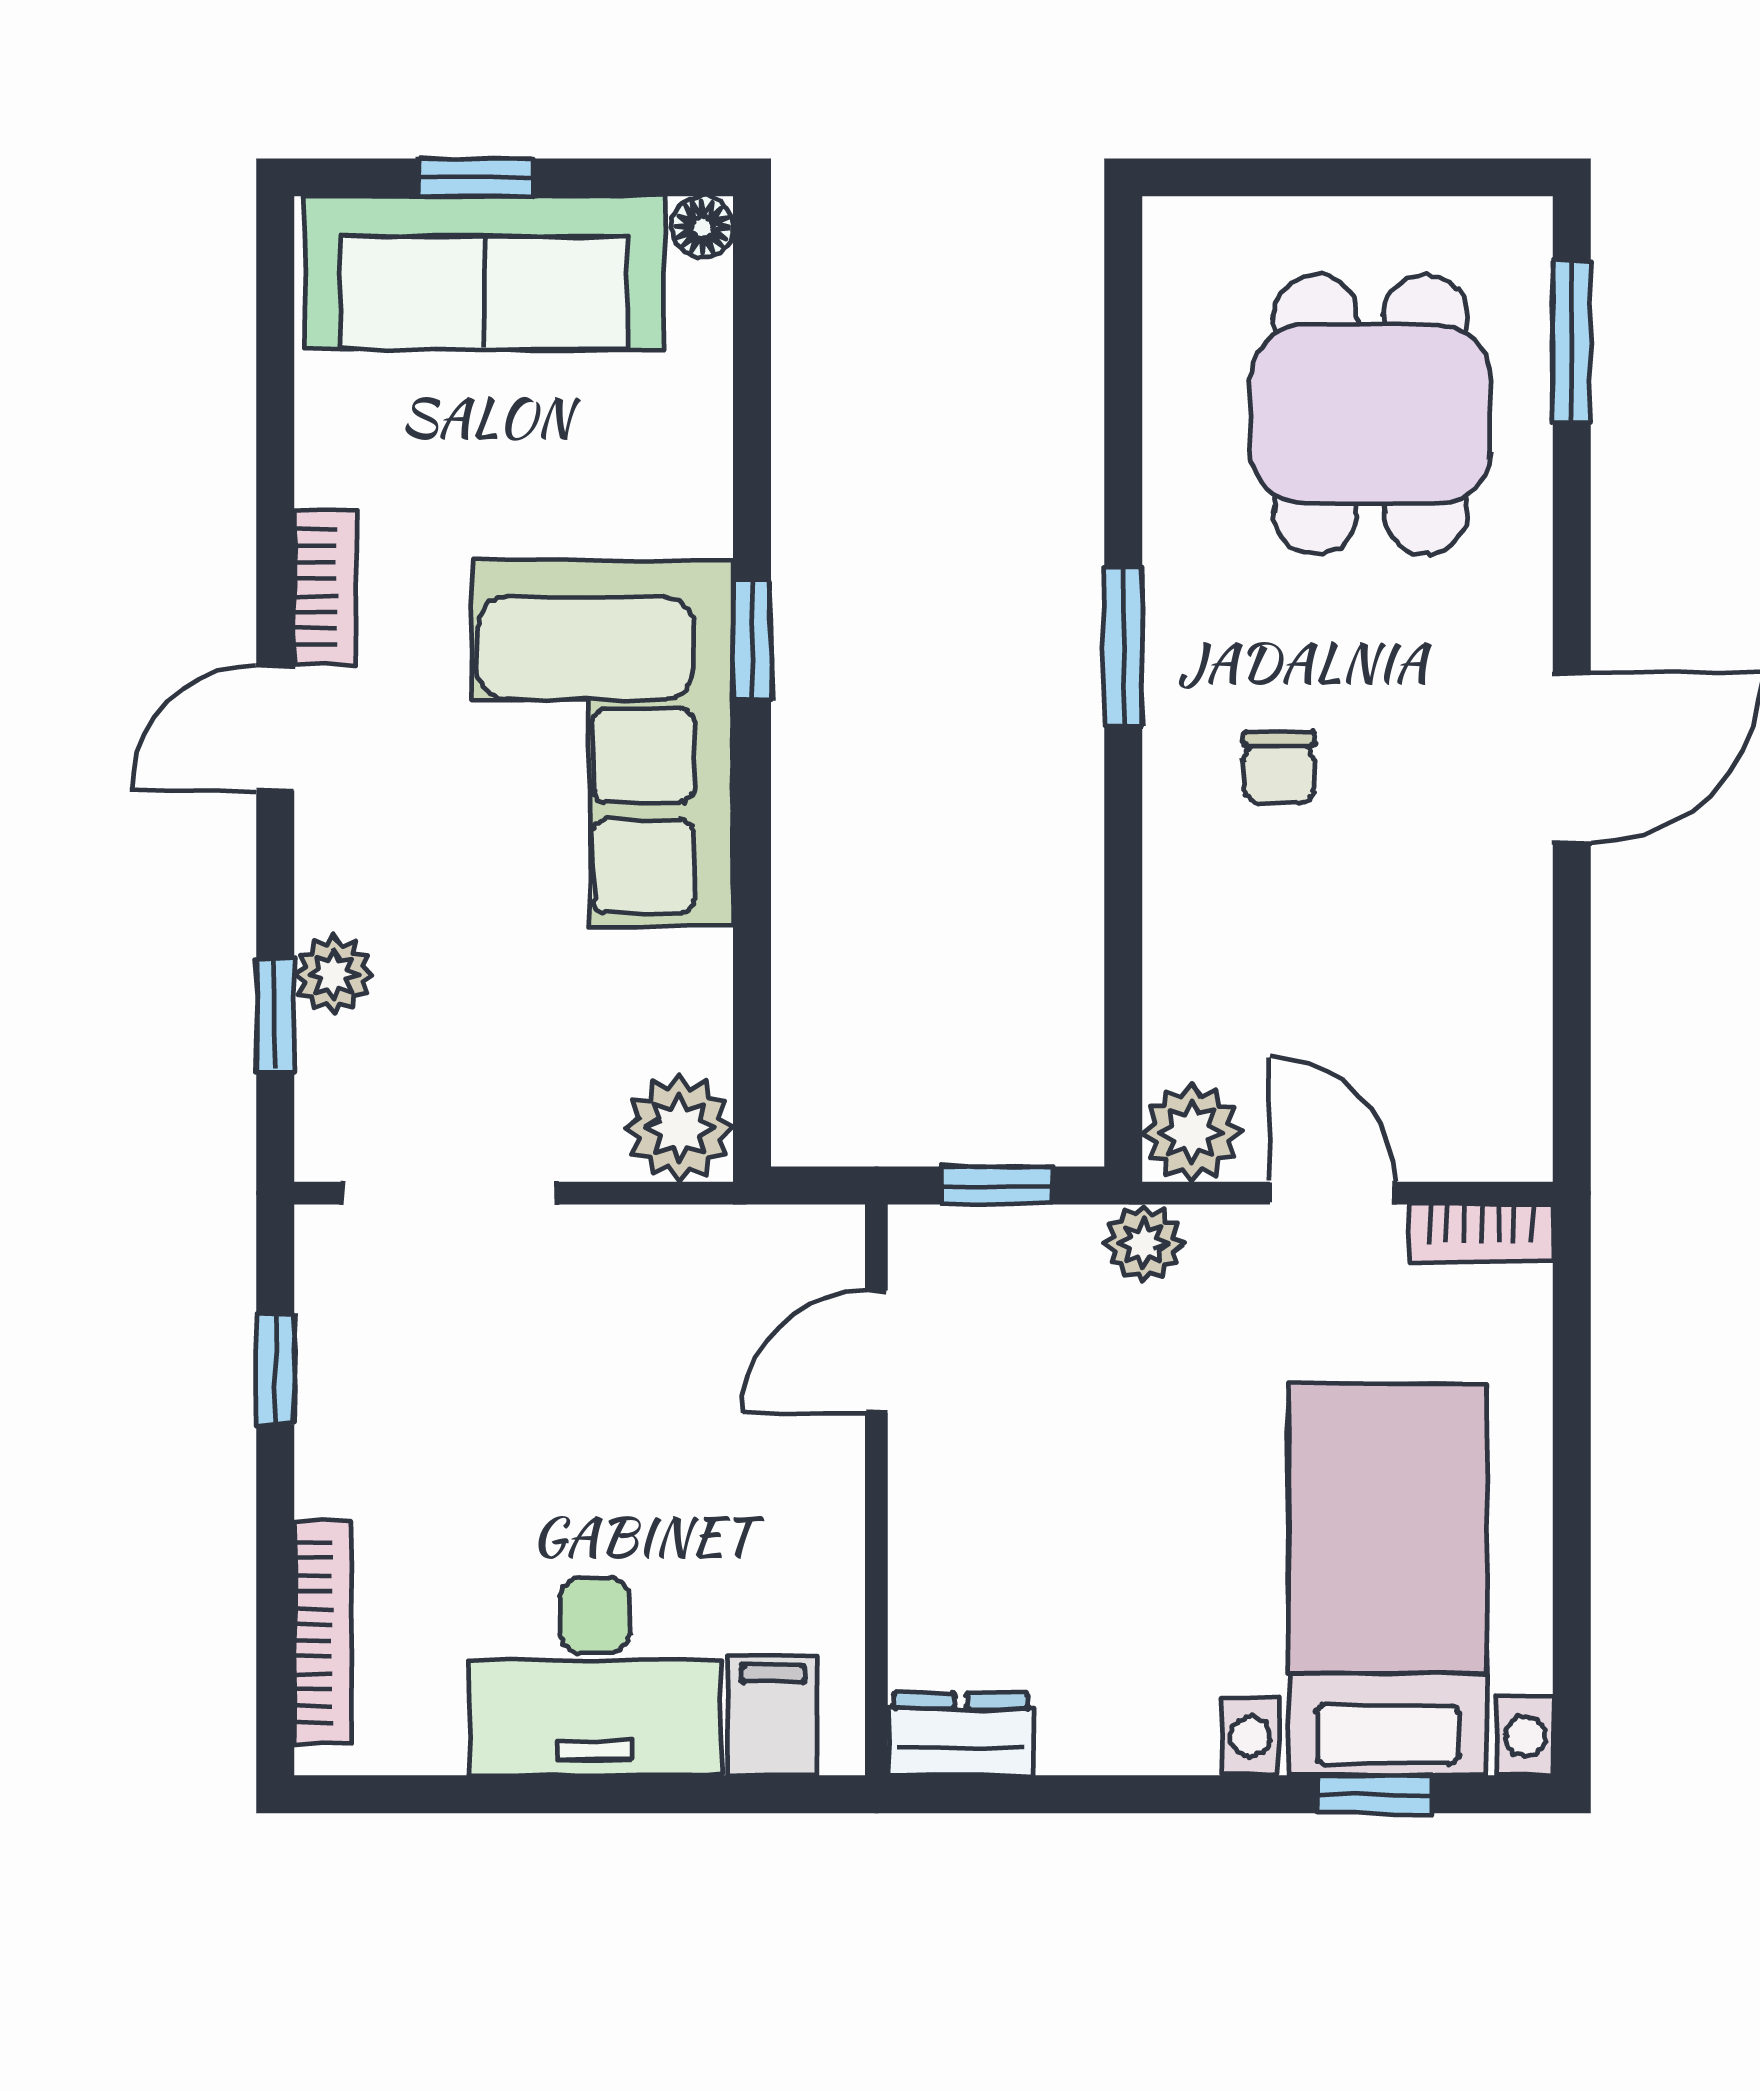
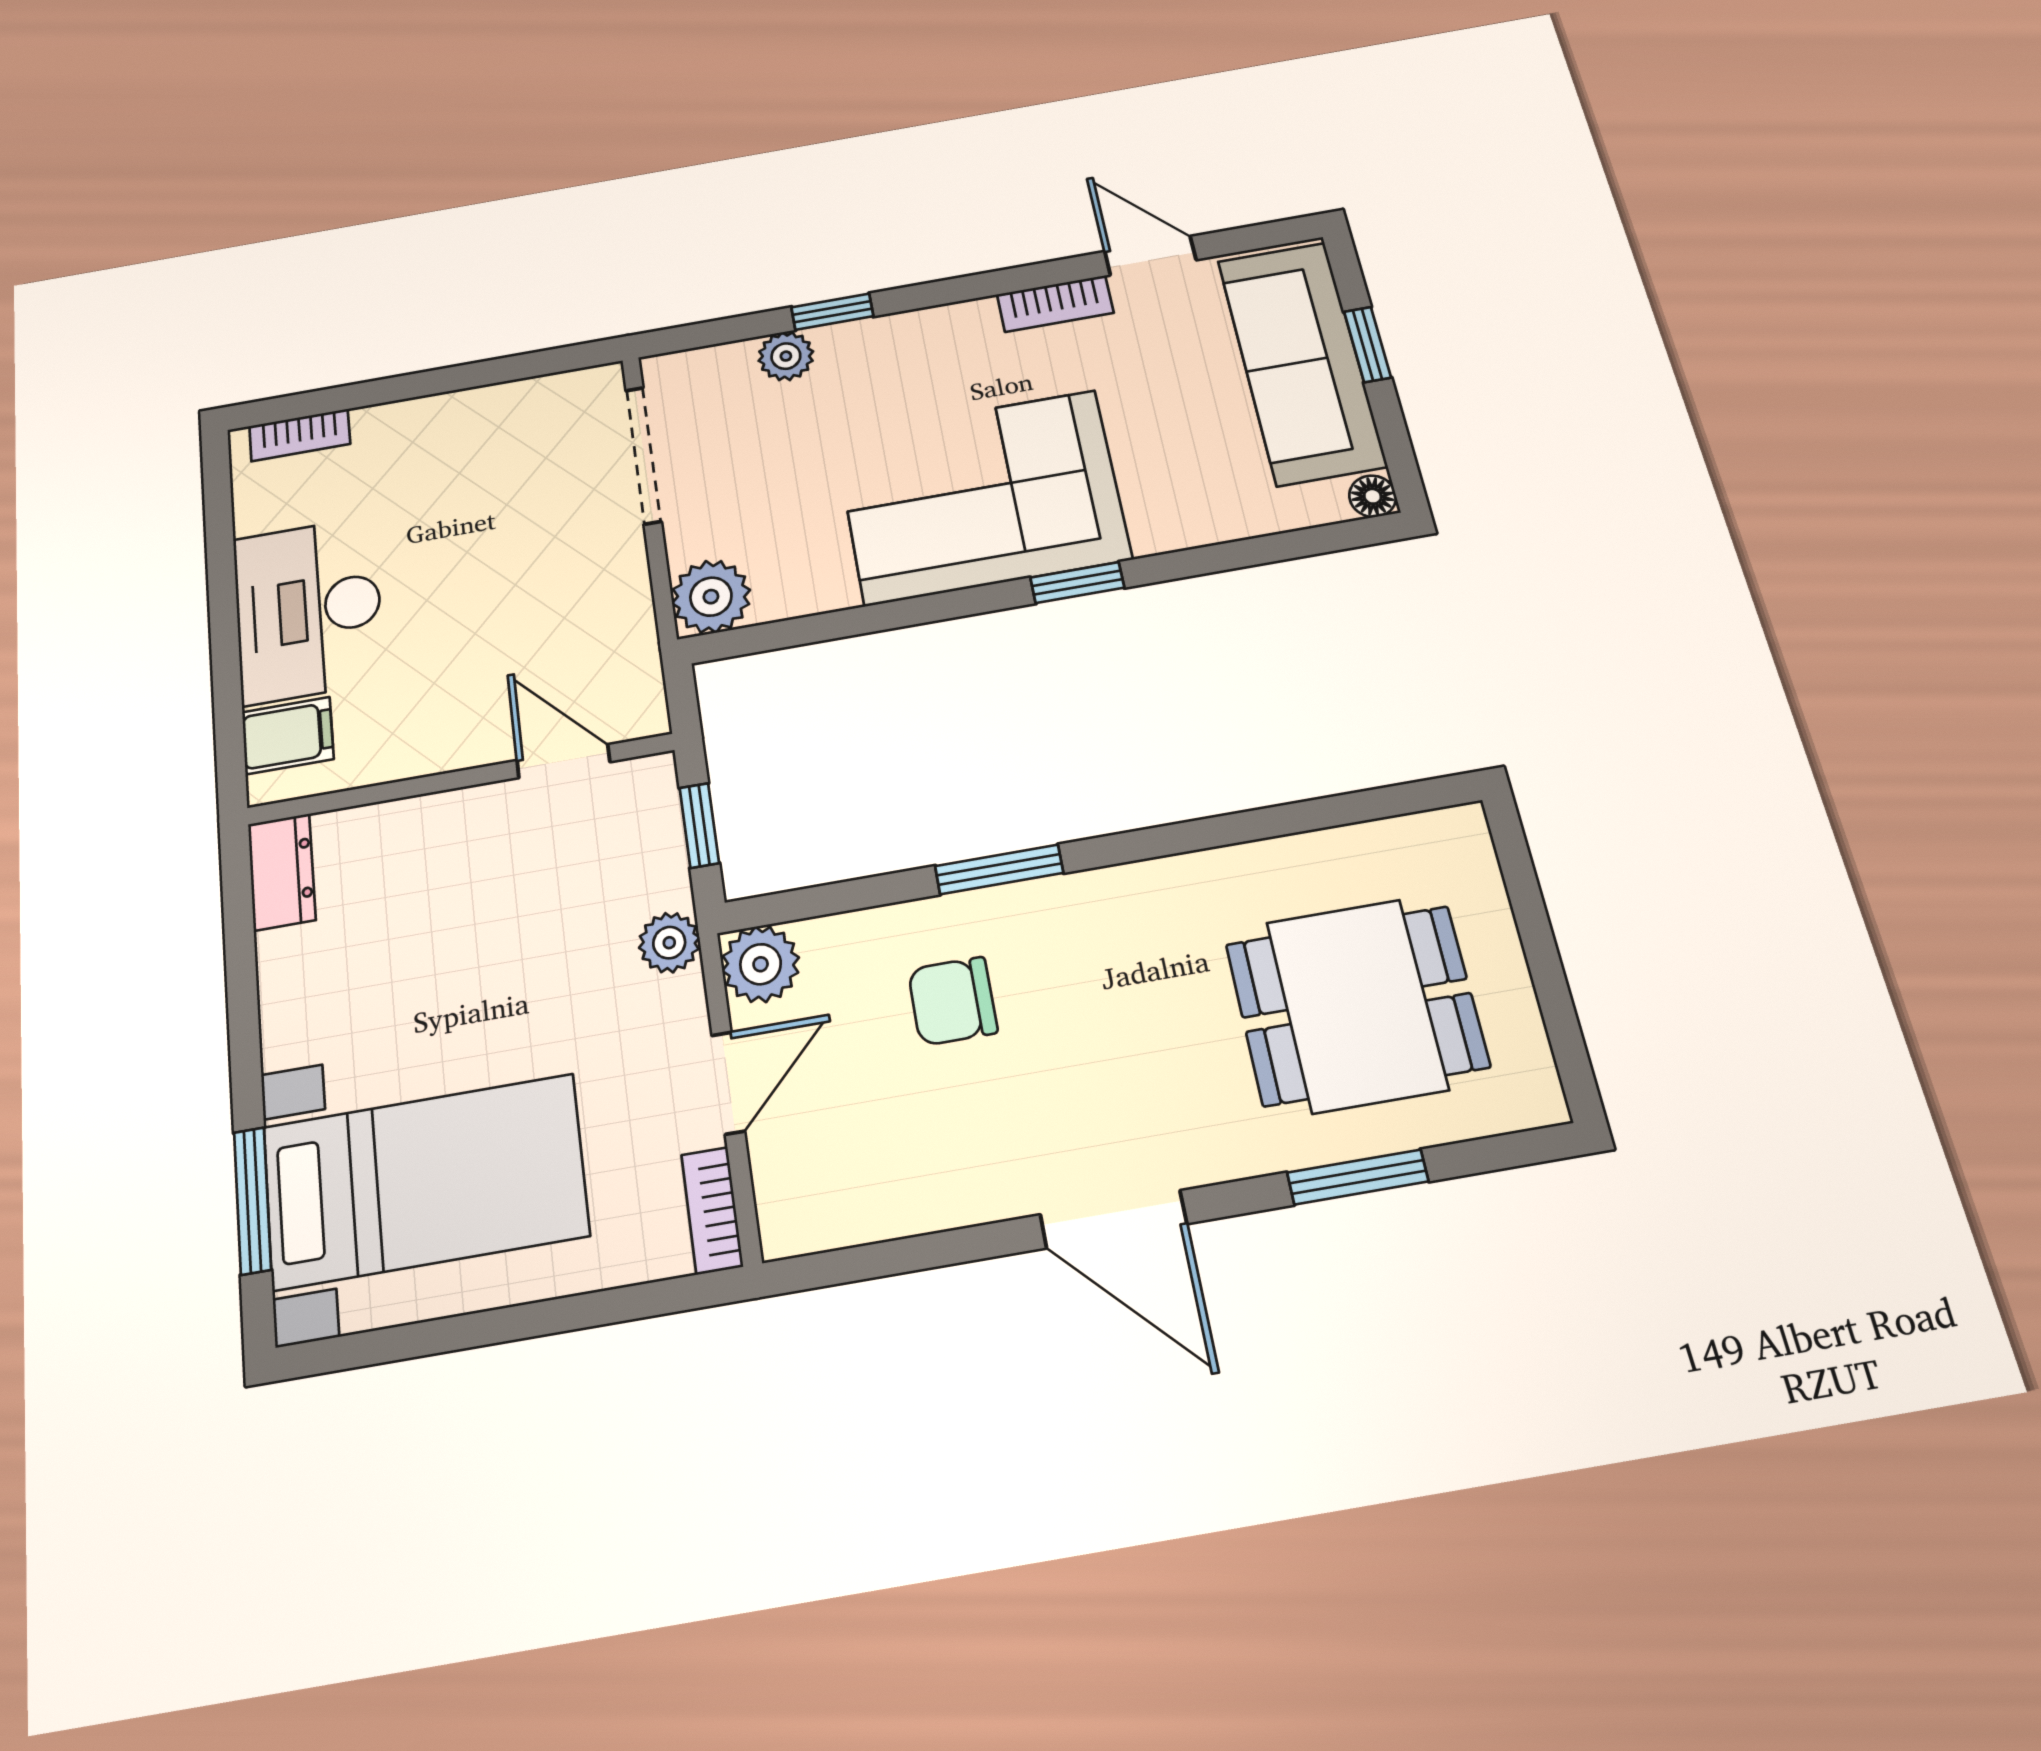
window: (1572, 342) -> (1358, 1177), moved
window: (1123, 647) -> (999, 869), moved
door: (275, 728) -> (1150, 256), moved
chair: (1279, 767) -> (953, 1001), moved, width x1.37, depth x1.37
window: (275, 1014) -> (832, 312), moved
window: (275, 1369) -> (507, 369), removed
bookcase: (323, 1633) -> (300, 435), width x0.64
window: (1375, 1794) -> (252, 1201), width x1.50

